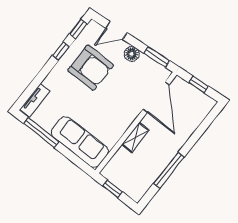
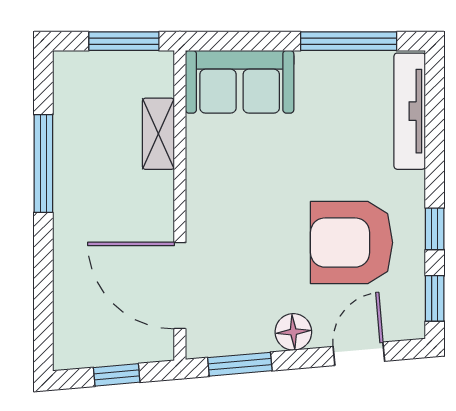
tv unit: (35, 100) -> (410, 111), width x1.41
shelving: (136, 137) -> (158, 134), moved
sofa: (80, 142) -> (240, 82), width x0.73
window: (113, 189) -> (124, 41), width x1.50

